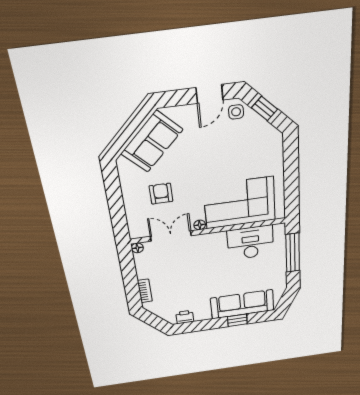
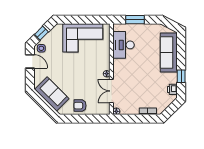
armchair: (161, 194) -> (80, 106), moved
corner sofa: (240, 203) -> (83, 38), moved, turned -90
window: (293, 253) -> (135, 20), width x0.69
window: (237, 320) -> (181, 76), moved

